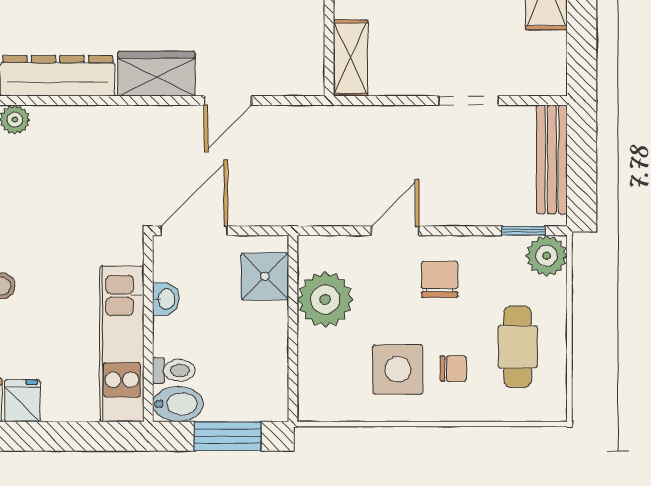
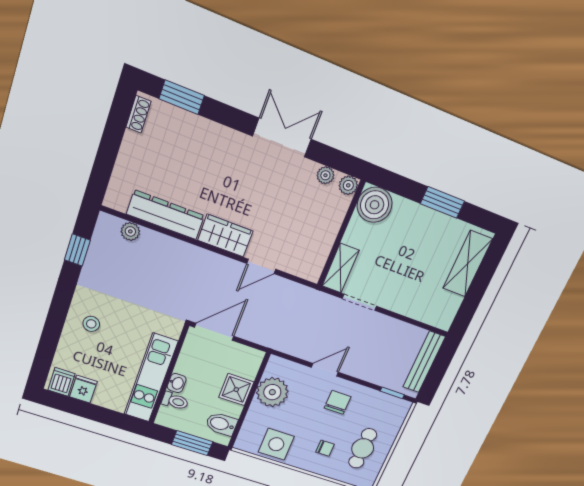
doorway: (468, 100) -> (359, 302), moved
plant: (547, 256) -> (398, 409), removed
shower: (265, 276) -> (236, 390), moved
washbasin: (166, 299) -> (177, 383), moved
side table: (398, 369) -> (276, 444), moved
bidet: (178, 404) -> (221, 424), moved, turned 180

